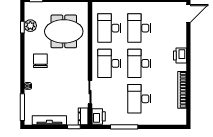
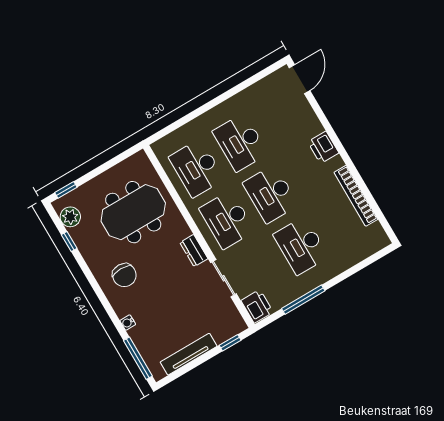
plant: (30, 26) -> (70, 217), moved
chair: (40, 61) -> (124, 275), turned 180
dresser: (83, 116) -> (194, 251), moved

